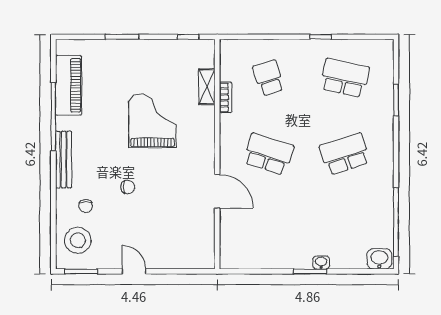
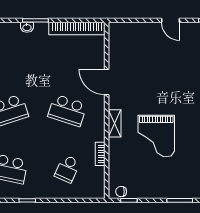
school desk: (268, 78) -> (67, 169), turned 42
shelving: (207, 87) -> (115, 123), moved
chair: (128, 187) -> (121, 192), moved
bookcase: (256, 261) -> (77, 29), added

